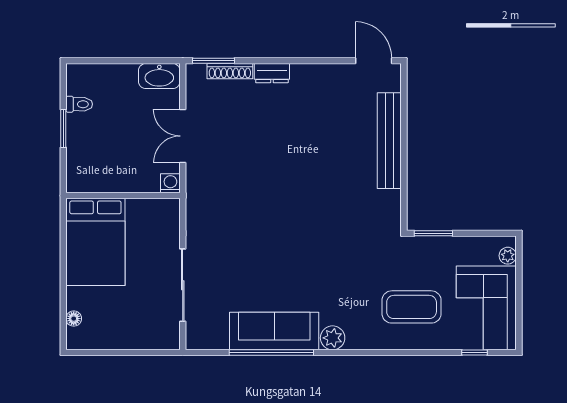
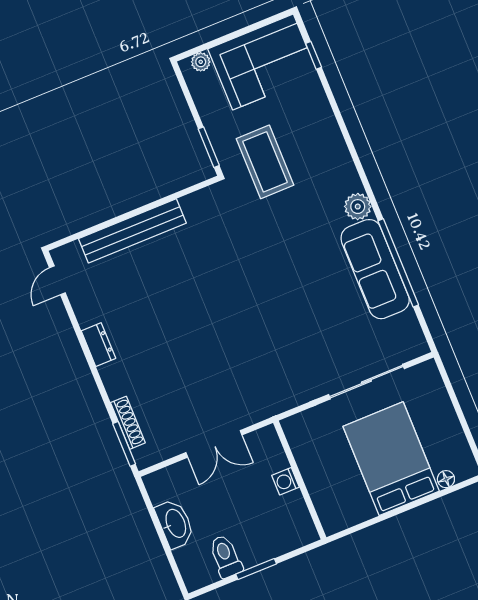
door: (374, 61) -> (57, 280), width x0.73
dresser: (272, 73) -> (98, 345), moved
washbasin: (159, 76) -> (175, 524), moved
toilet: (79, 104) -> (226, 556), width x1.37, depth x1.39
washing machine: (170, 183) -> (285, 481), moved
bed: (95, 242) -> (391, 459), moved, turned -90
coffee table: (412, 307) -> (265, 162), moved

